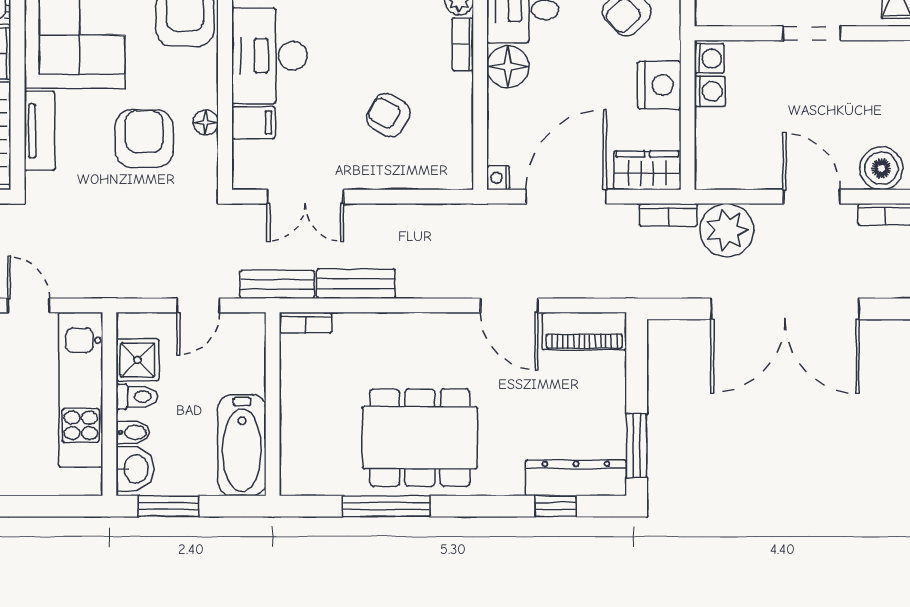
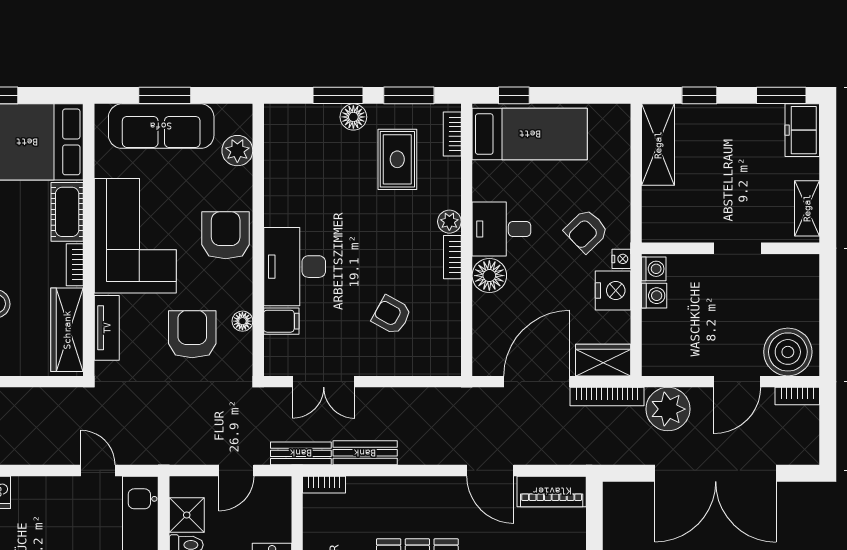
boiler: (881, 168) -> (788, 352), width x1.37, depth x1.37
nightstand: (498, 178) -> (621, 259), moved, turned 180
door: (812, 197) -> (737, 382), swing flipped
bookcase: (668, 215) -> (607, 397), width x1.56

